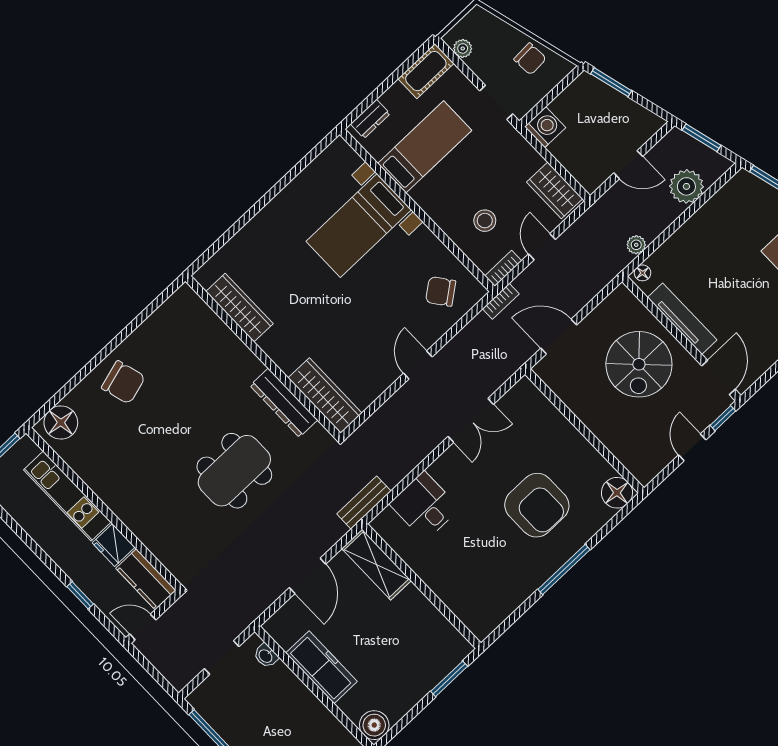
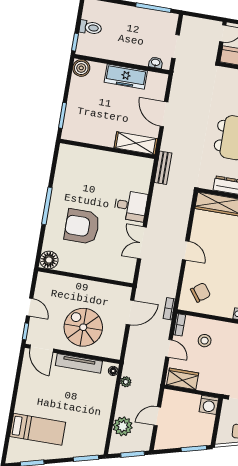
desk: (424, 506) -> (131, 206), moved

